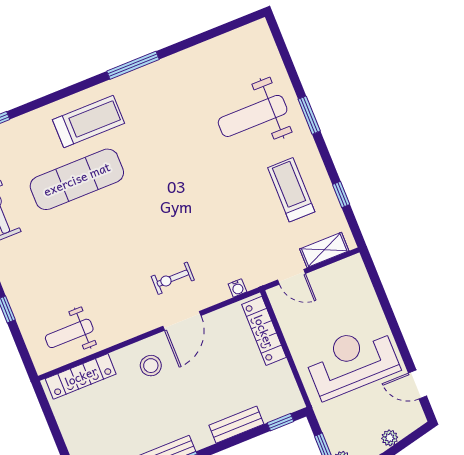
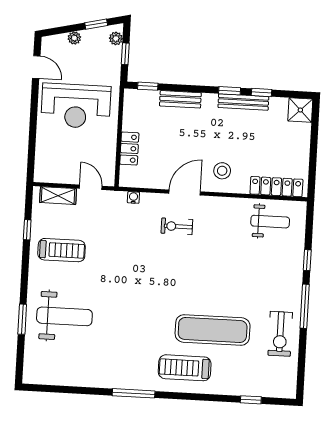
window: (309, 115) -> (22, 319), moved
treadmill: (291, 190) -> (62, 250), turned -90
exercise bike: (173, 278) -> (177, 226), turned 180
locker: (264, 331) -> (129, 149), width x0.66

